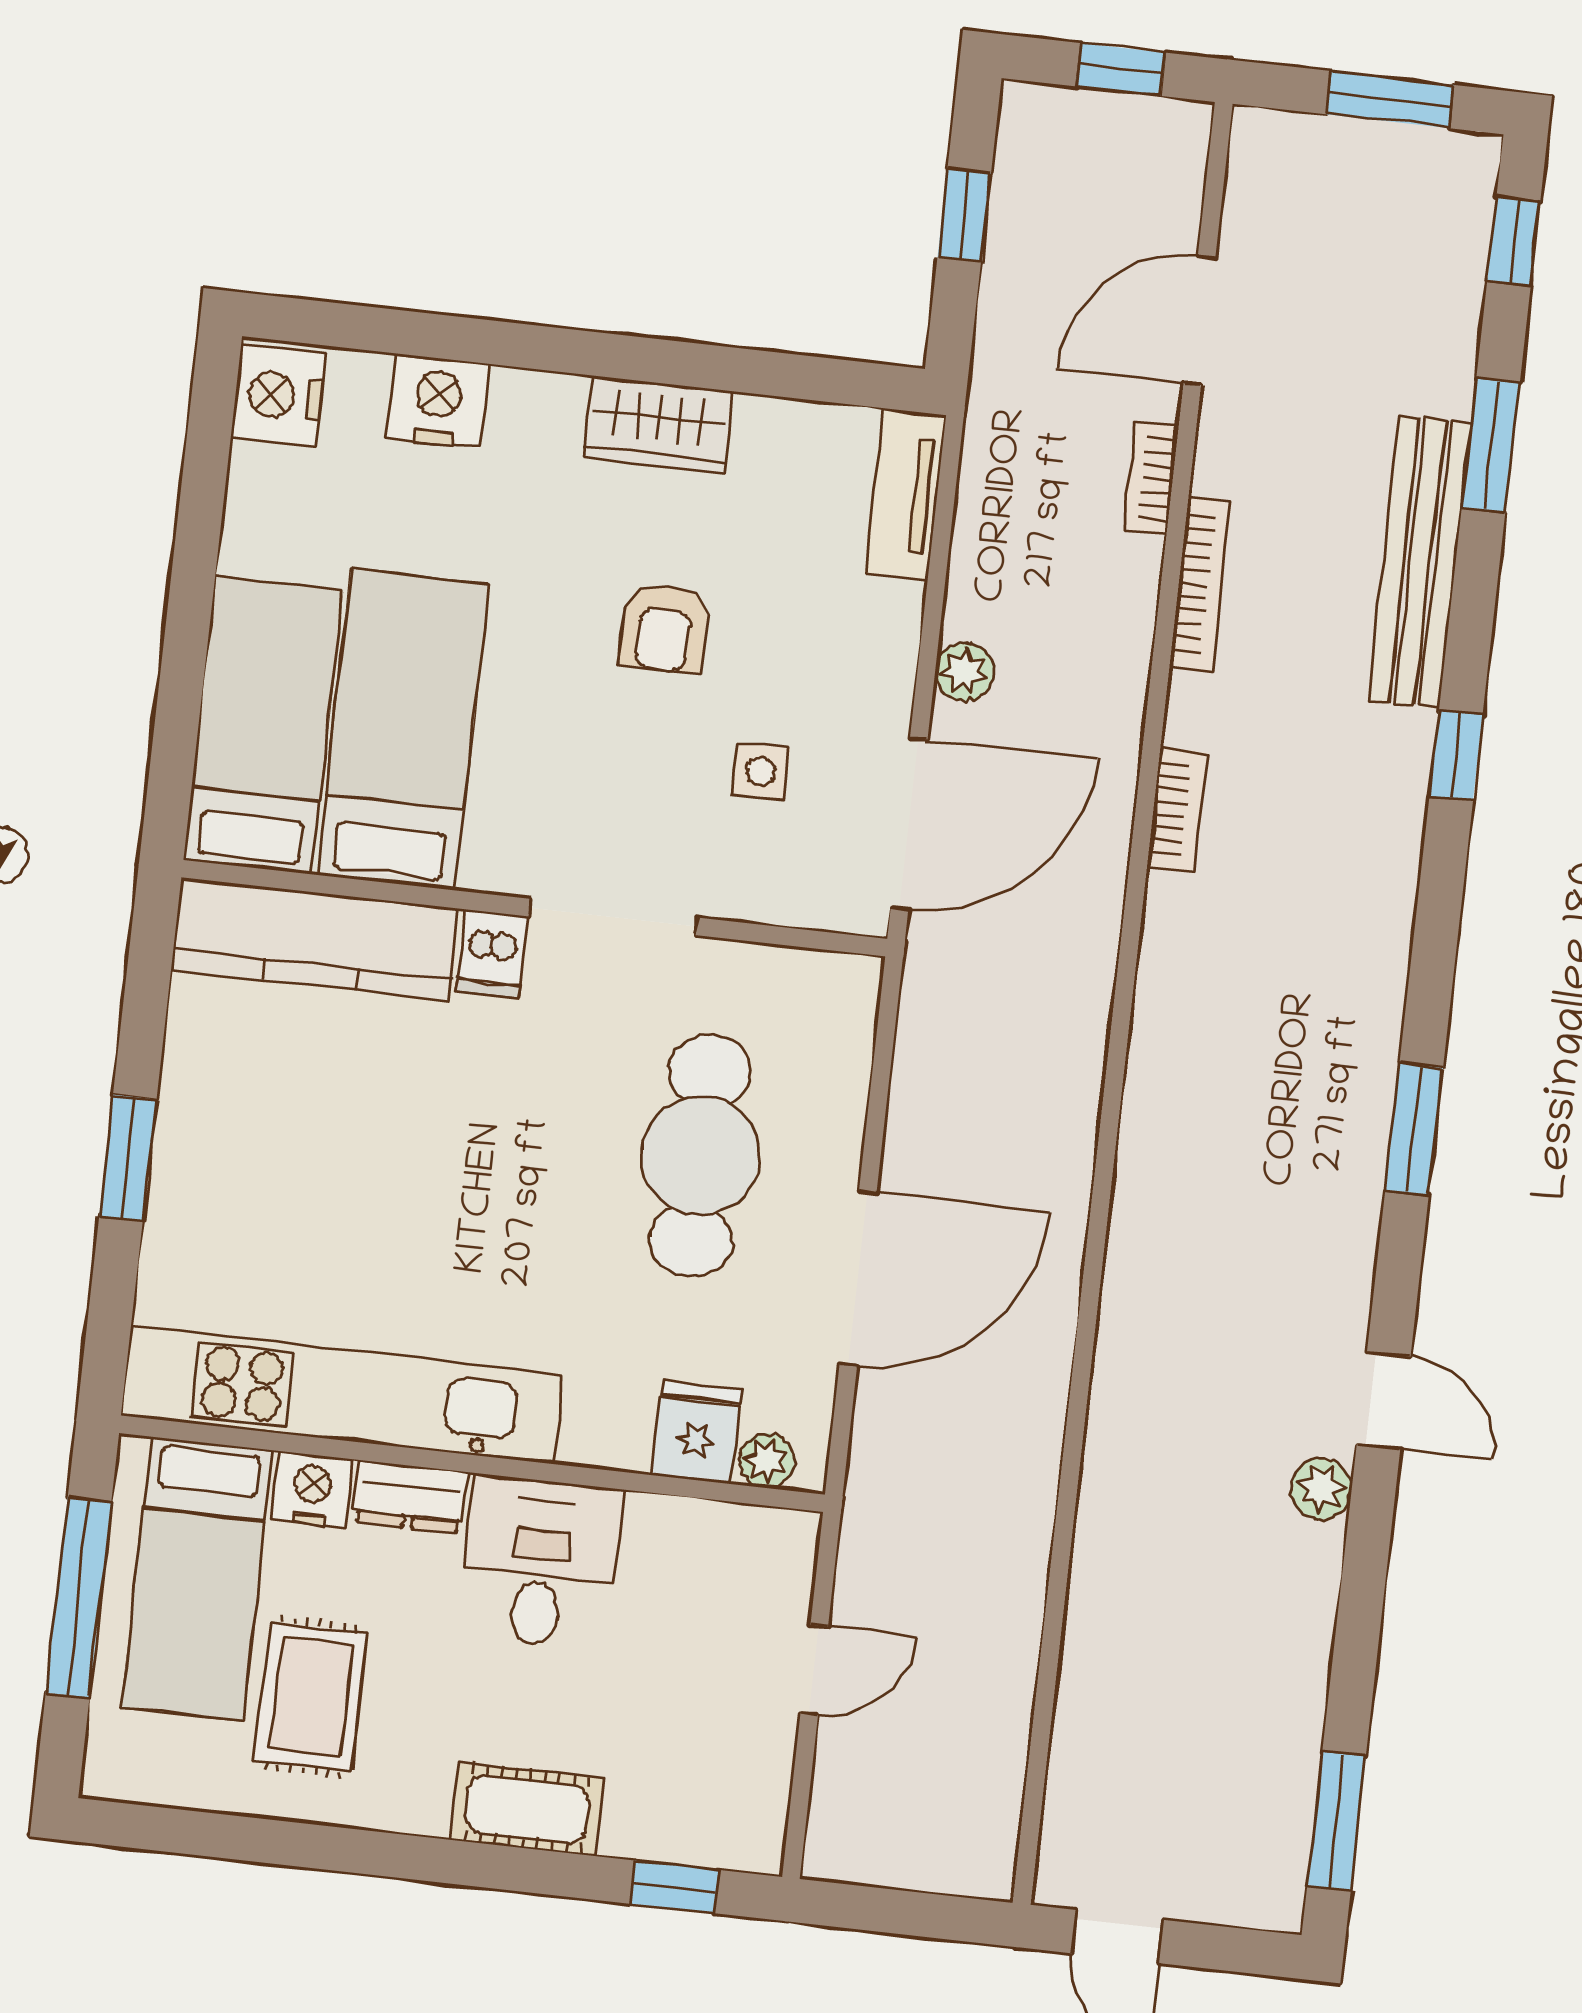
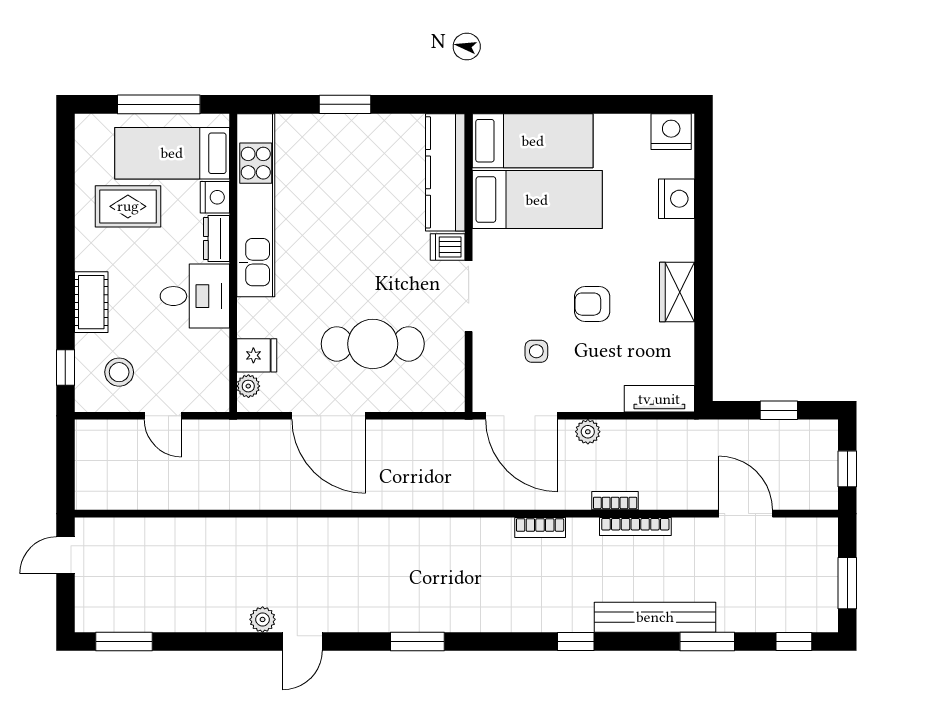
bookcase: (1151, 478) -> (615, 501), moved
stool: (700, 1762) -> (119, 372), added

